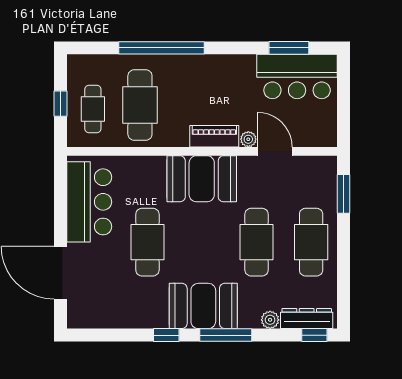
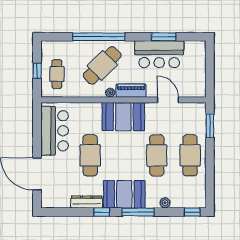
window: (289, 48) -> (164, 37), moved
bar counter: (297, 76) -> (159, 54), moved
cafe table: (140, 105) -> (102, 65), moved, turned 45
plant: (248, 139) -> (110, 93), moved
dresser: (307, 319) -> (87, 202), moved

